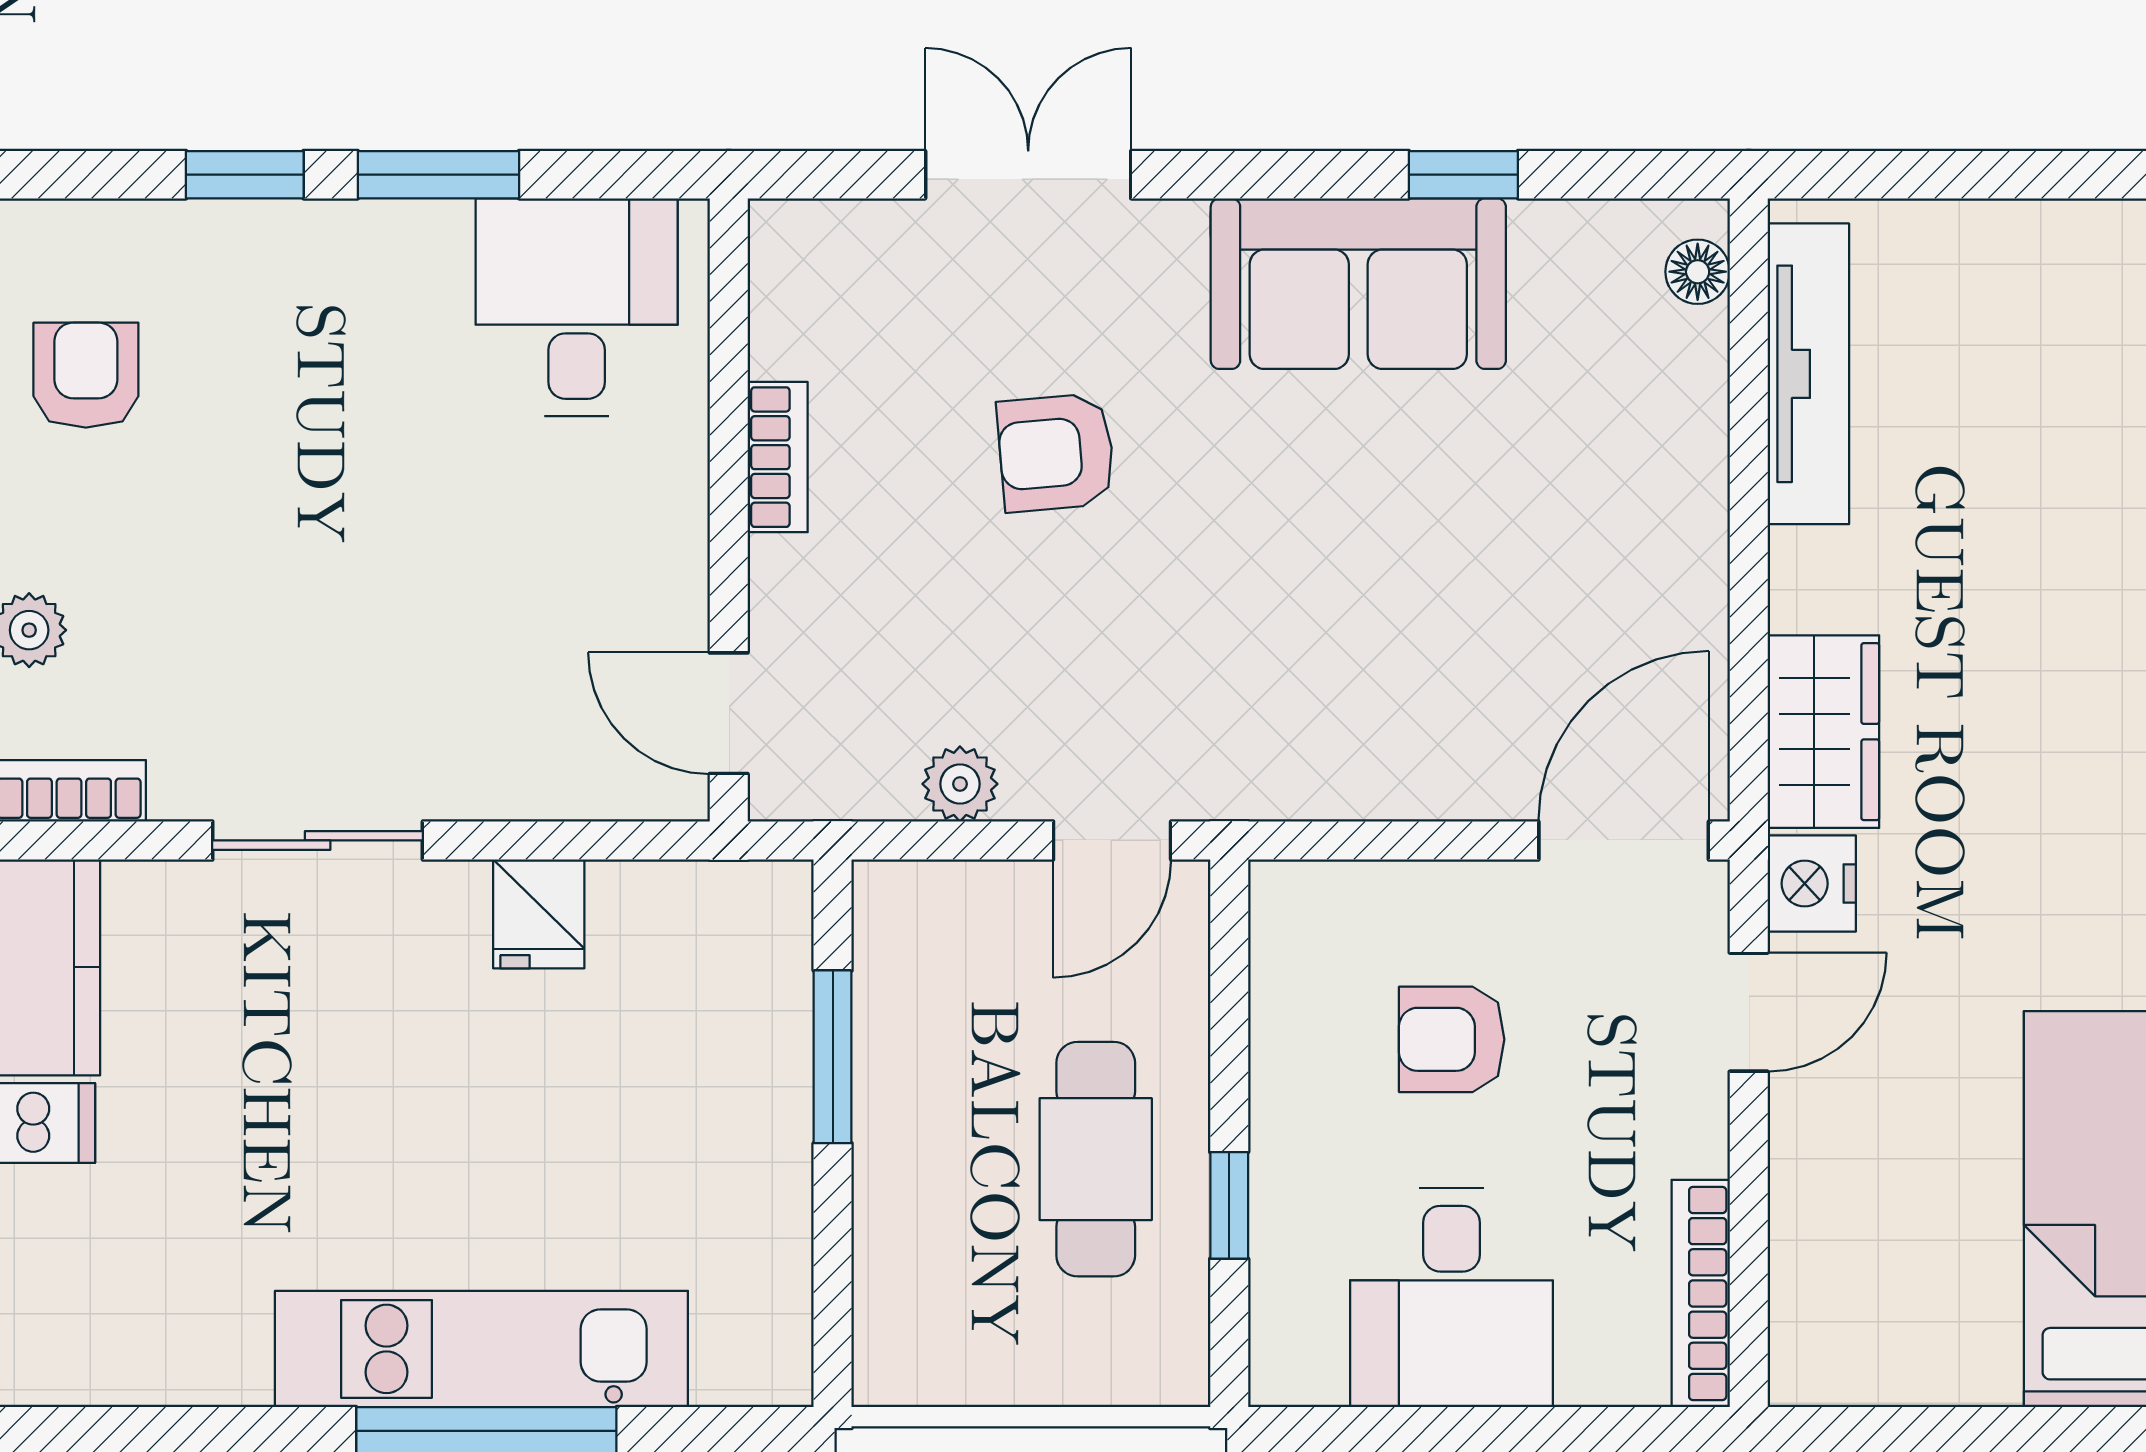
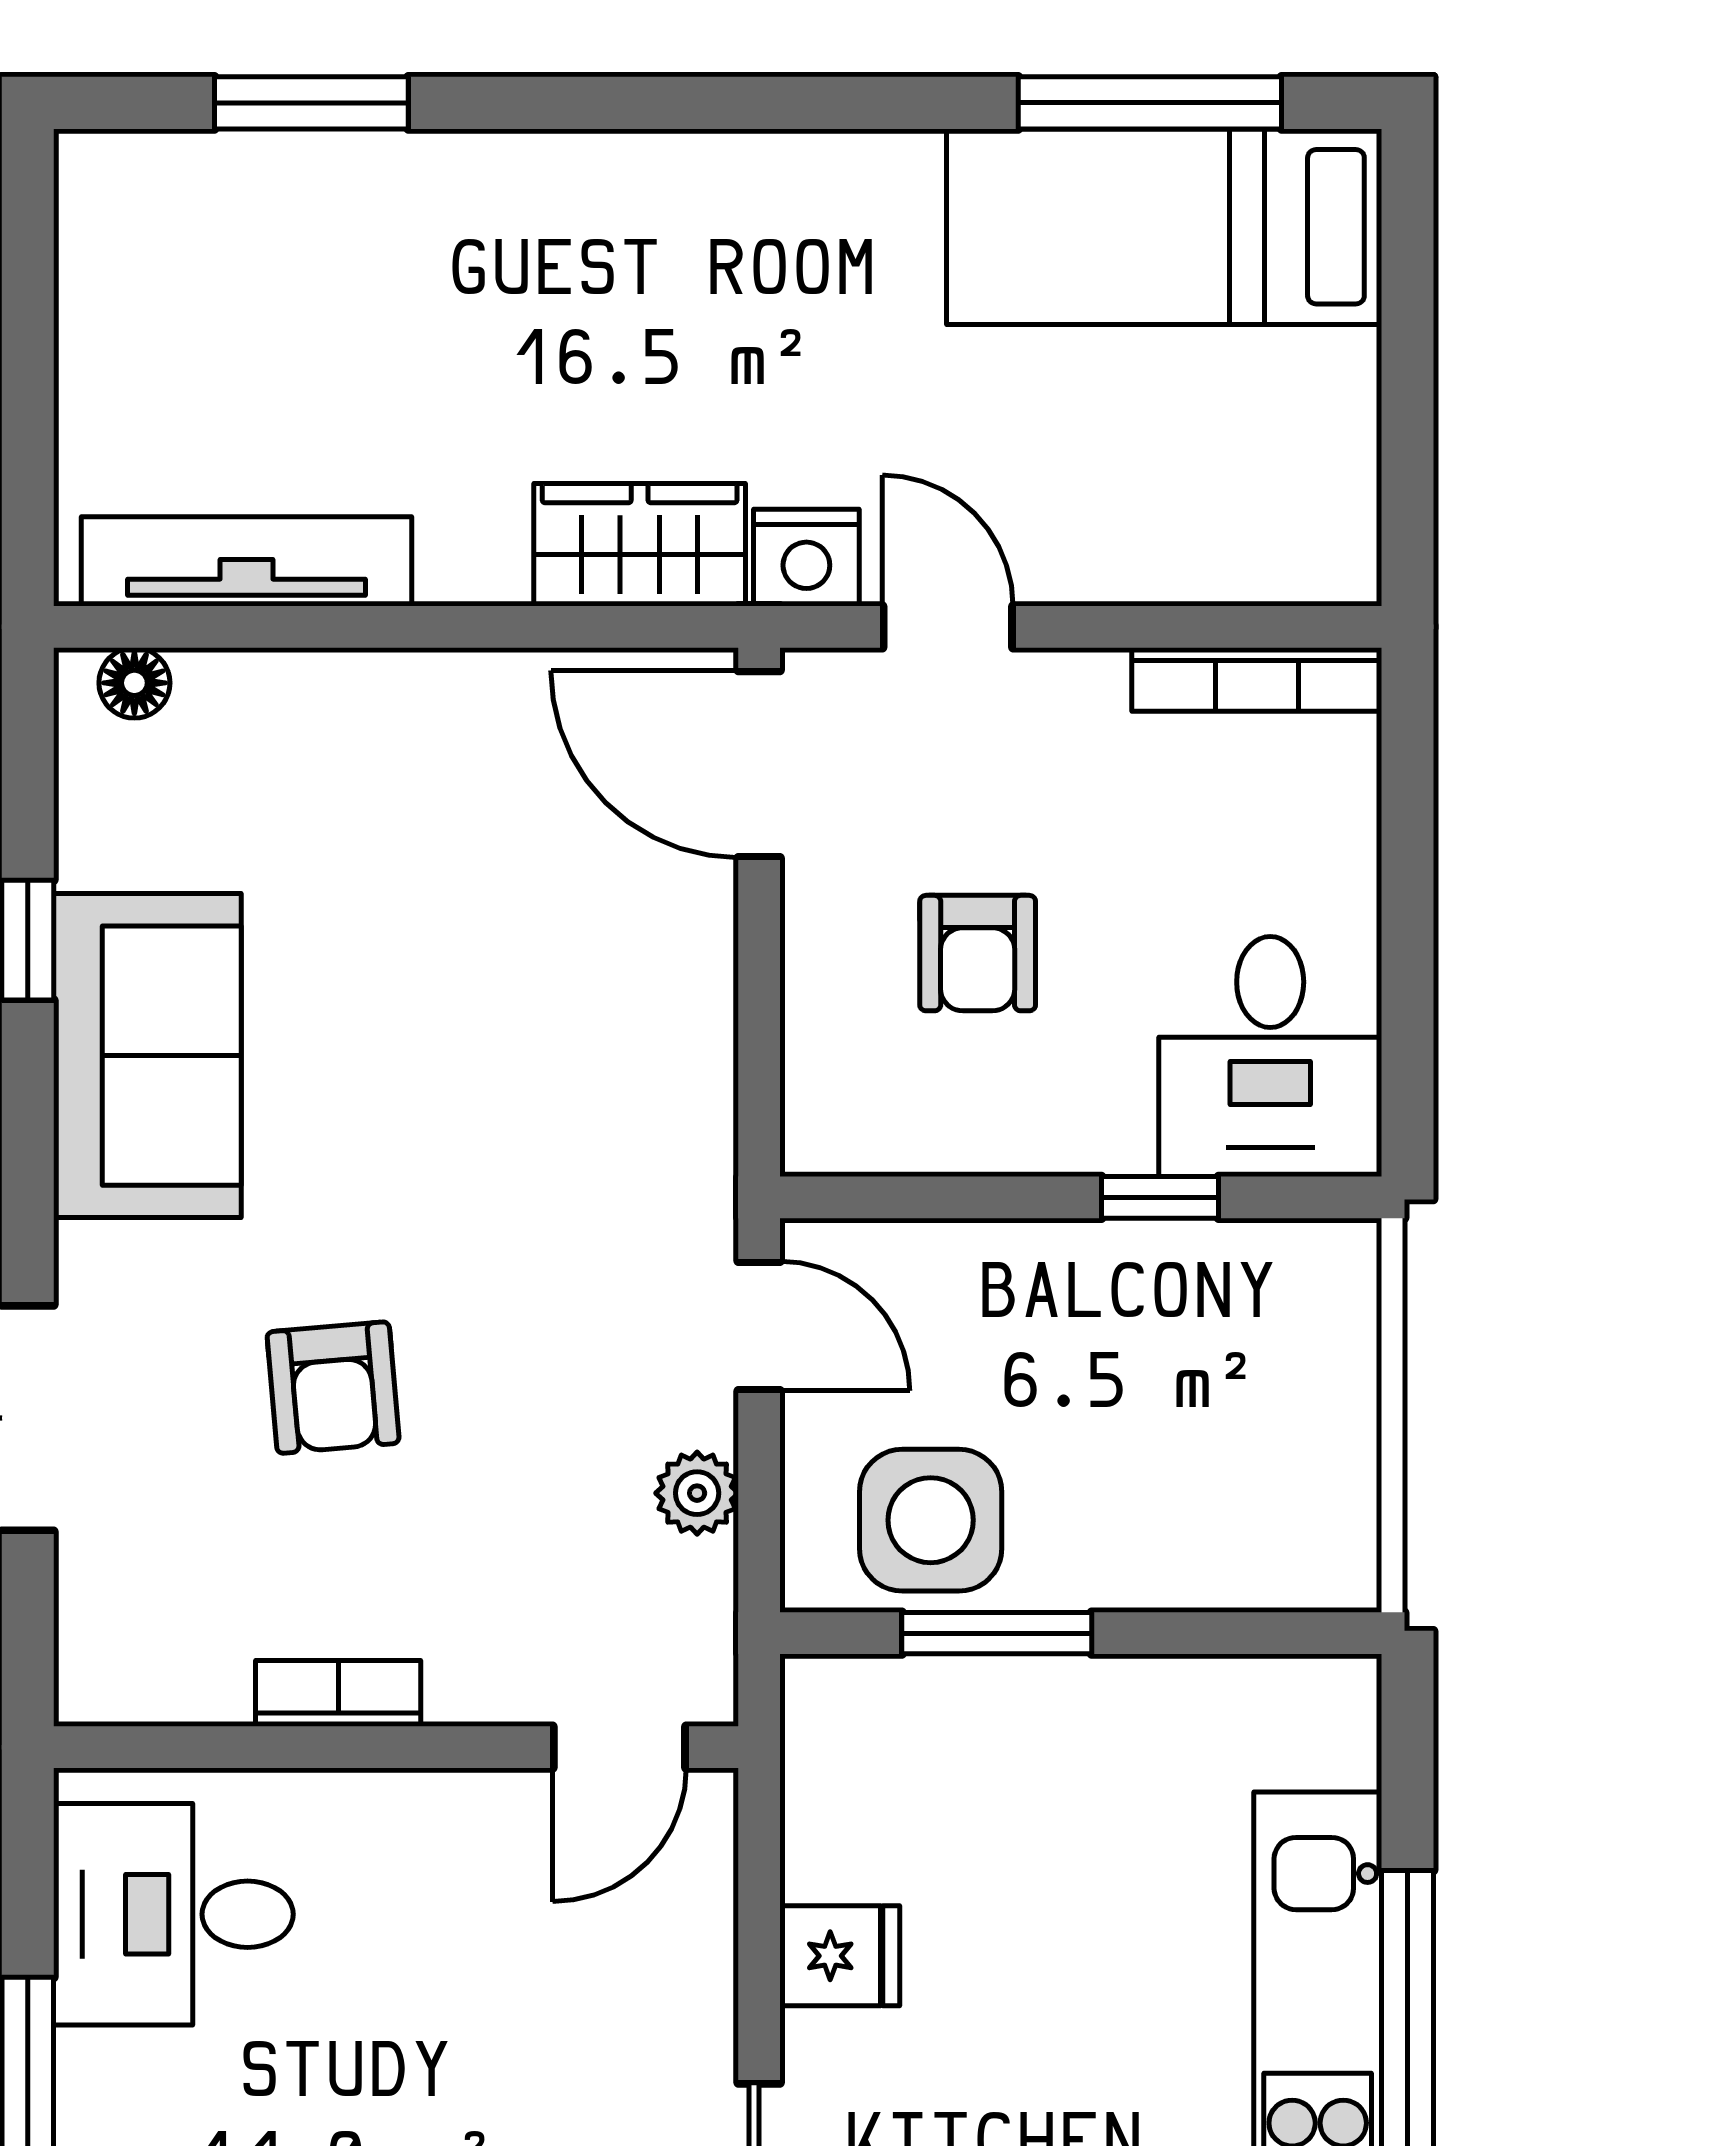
side table: (935, 997) -> (931, 1520), added
cafe table: (1096, 1159) -> (1109, 1344), removed
desk: (1452, 1298) -> (1270, 1056), moved, turned 90

